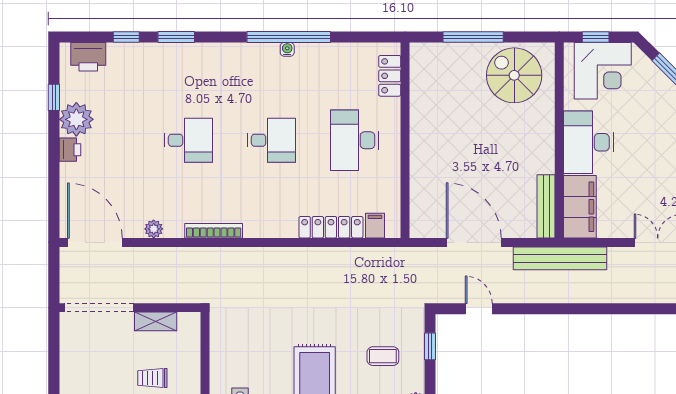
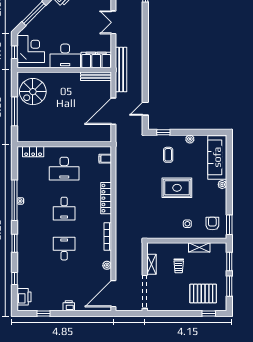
window: (176, 37) -> (14, 243), moved
plant: (76, 119) -> (54, 303), removed
desk: (271, 140) -> (64, 209), turned 180
locker: (331, 227) -> (106, 198), moved

